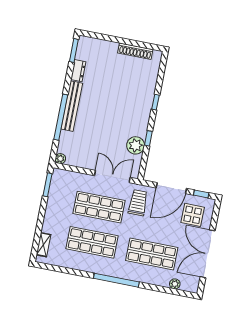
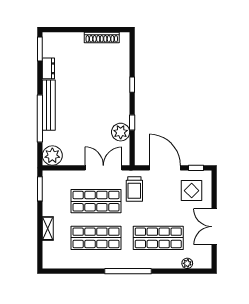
plant: (60, 159) -> (52, 156), width x1.87, depth x1.87
door: (171, 188) -> (165, 168), swing flipped
trolley: (138, 203) -> (134, 189), turned 180
shelving: (44, 245) -> (48, 228), moved
double door: (208, 254) -> (214, 227), width x0.73

